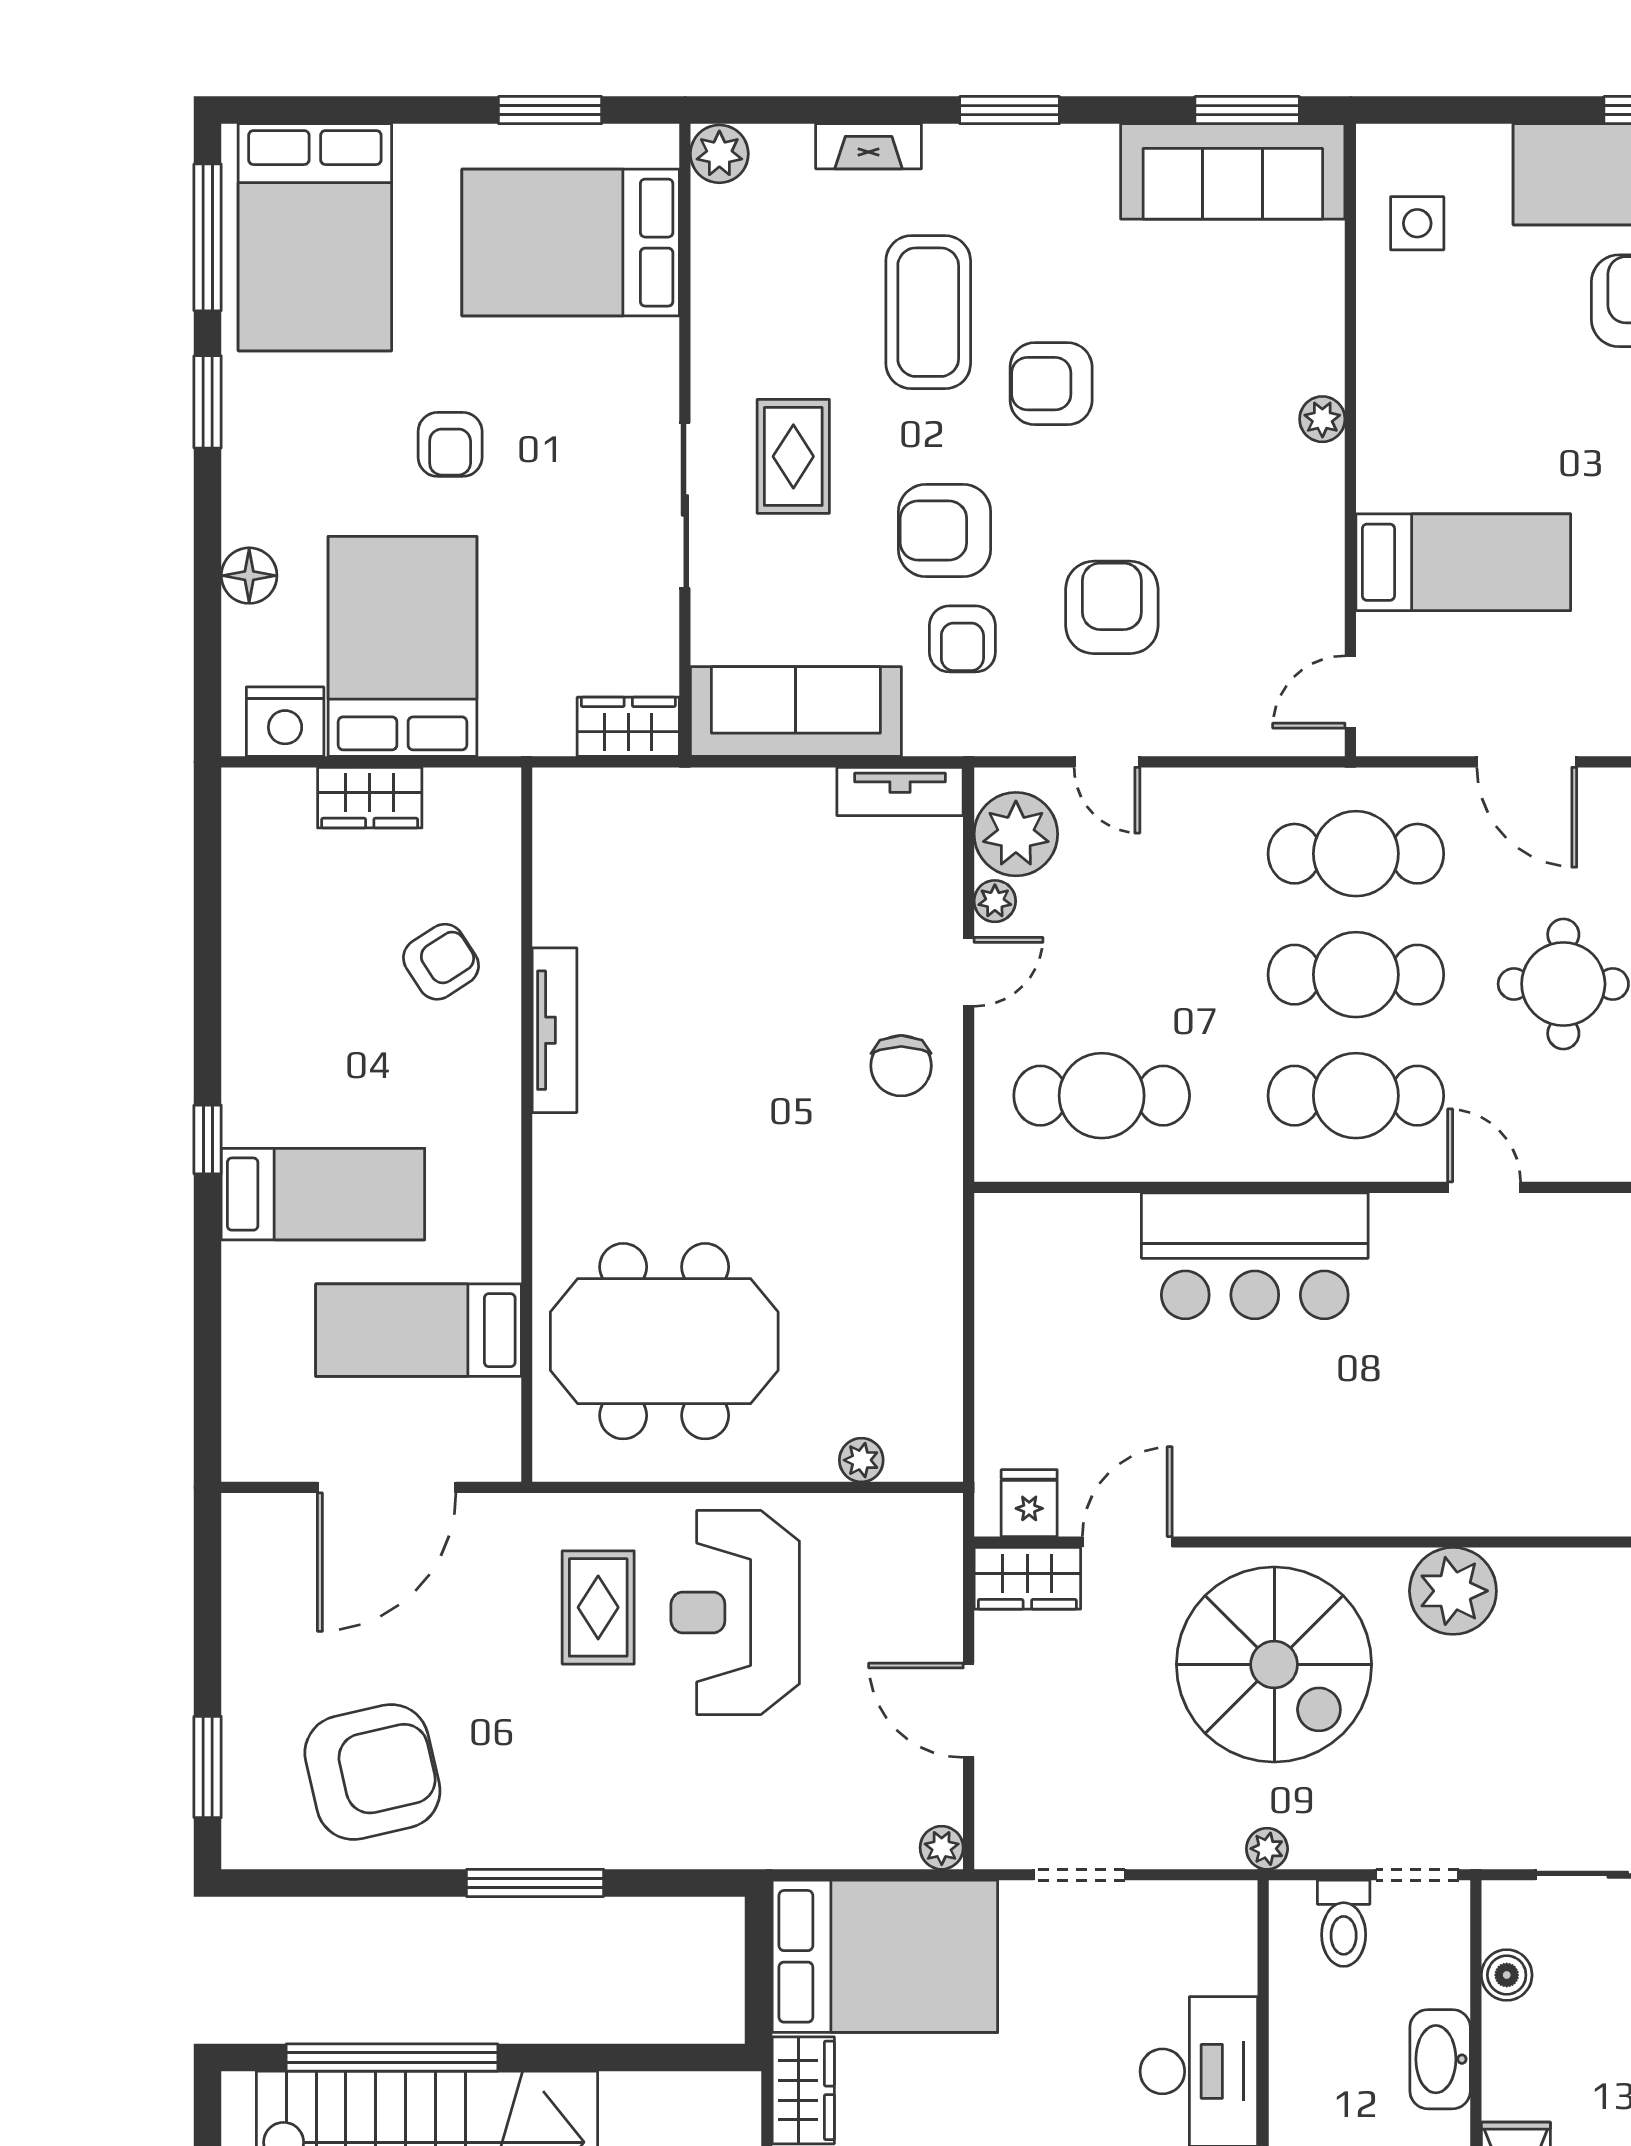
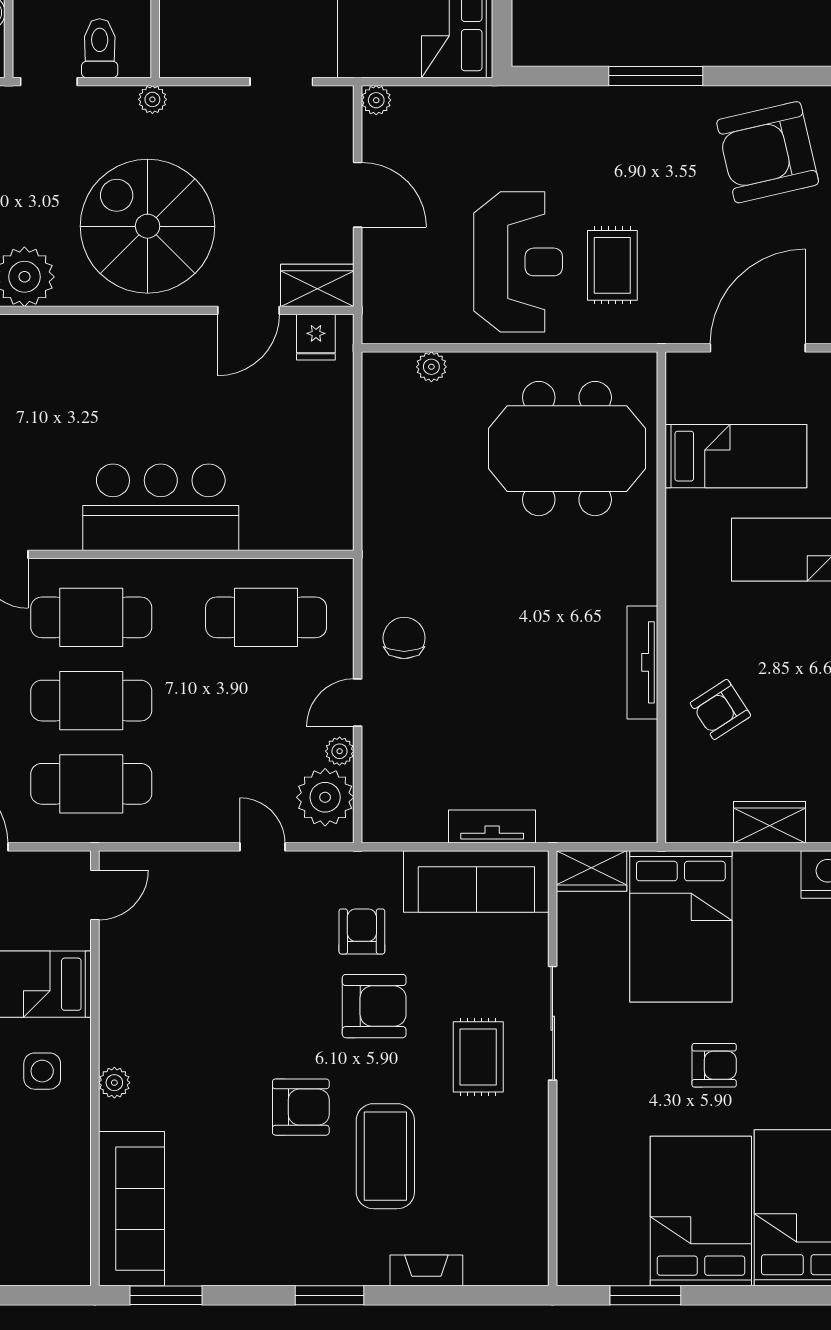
plant: (719, 154) -> (529, 1265), removed
sofa: (1233, 171) -> (132, 1209), moved, turned 90
side table: (1417, 223) -> (42, 1071), moved
bed: (571, 243) -> (701, 1211), moved, turned -90
armchair: (450, 444) -> (714, 1065), turned 90
armchair: (1112, 607) -> (259, 953), removed
bed: (403, 646) -> (681, 926), moved
tv unit: (900, 791) -> (492, 827), moved

